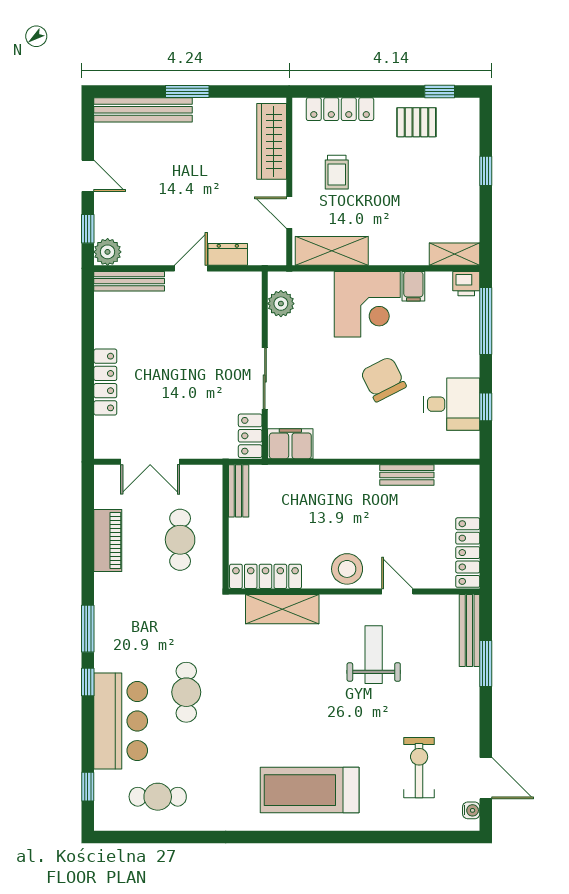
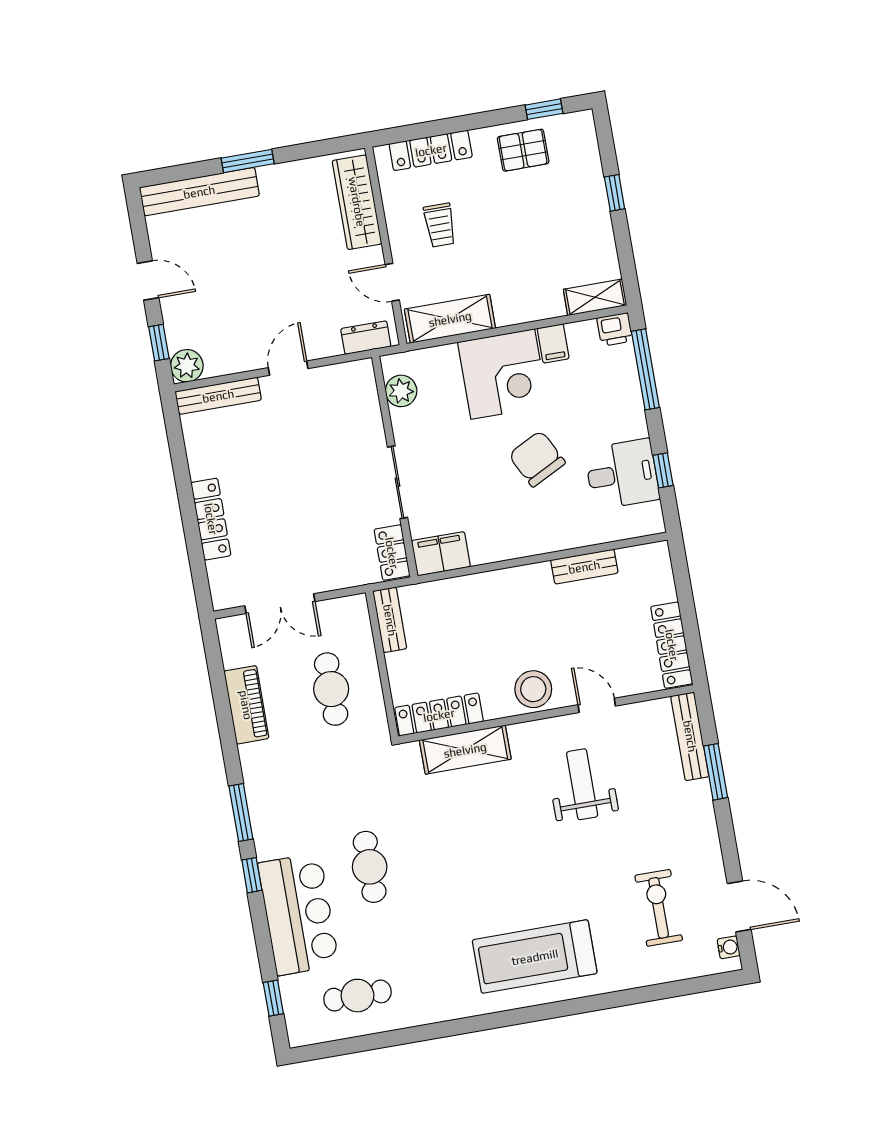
dresser: (228, 254) -> (366, 338), moved

